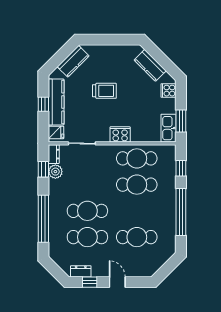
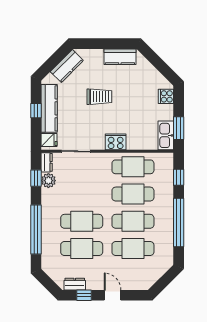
kitchen counter: (150, 65) -> (120, 57), moved, turned -45
cafe table: (137, 211) -> (133, 221), added

